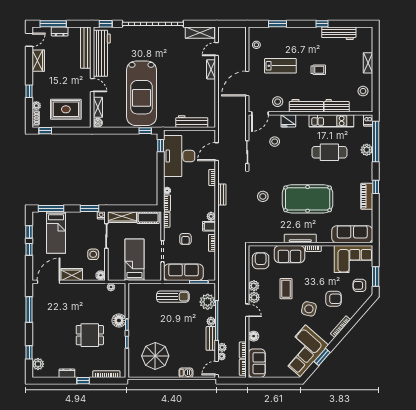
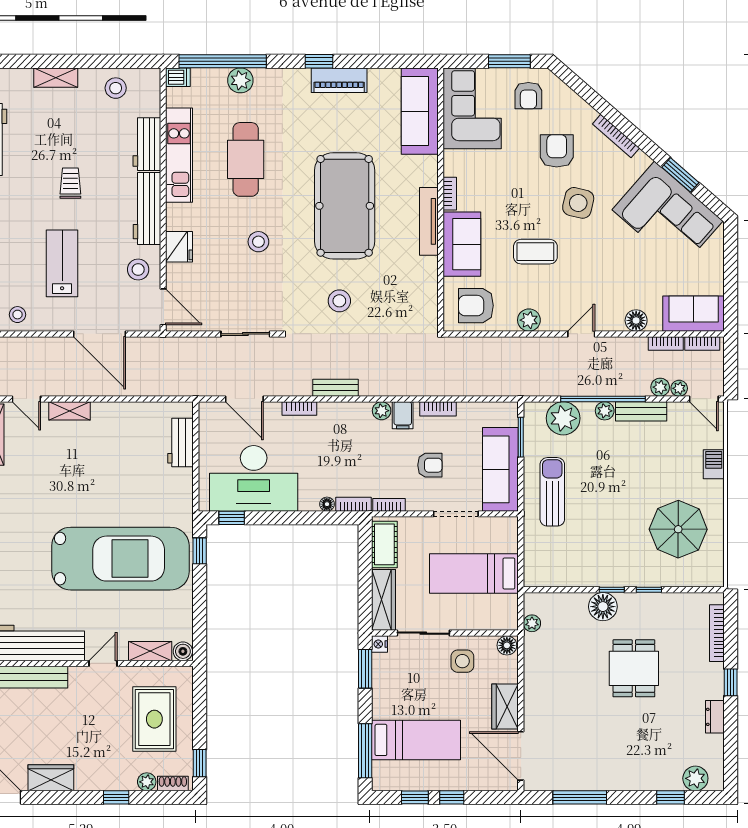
workbench: (192, 122) -> (180, 443), width x0.73
stool: (275, 142) -> (258, 242), moved
plant: (254, 297) -> (554, 319), removed

